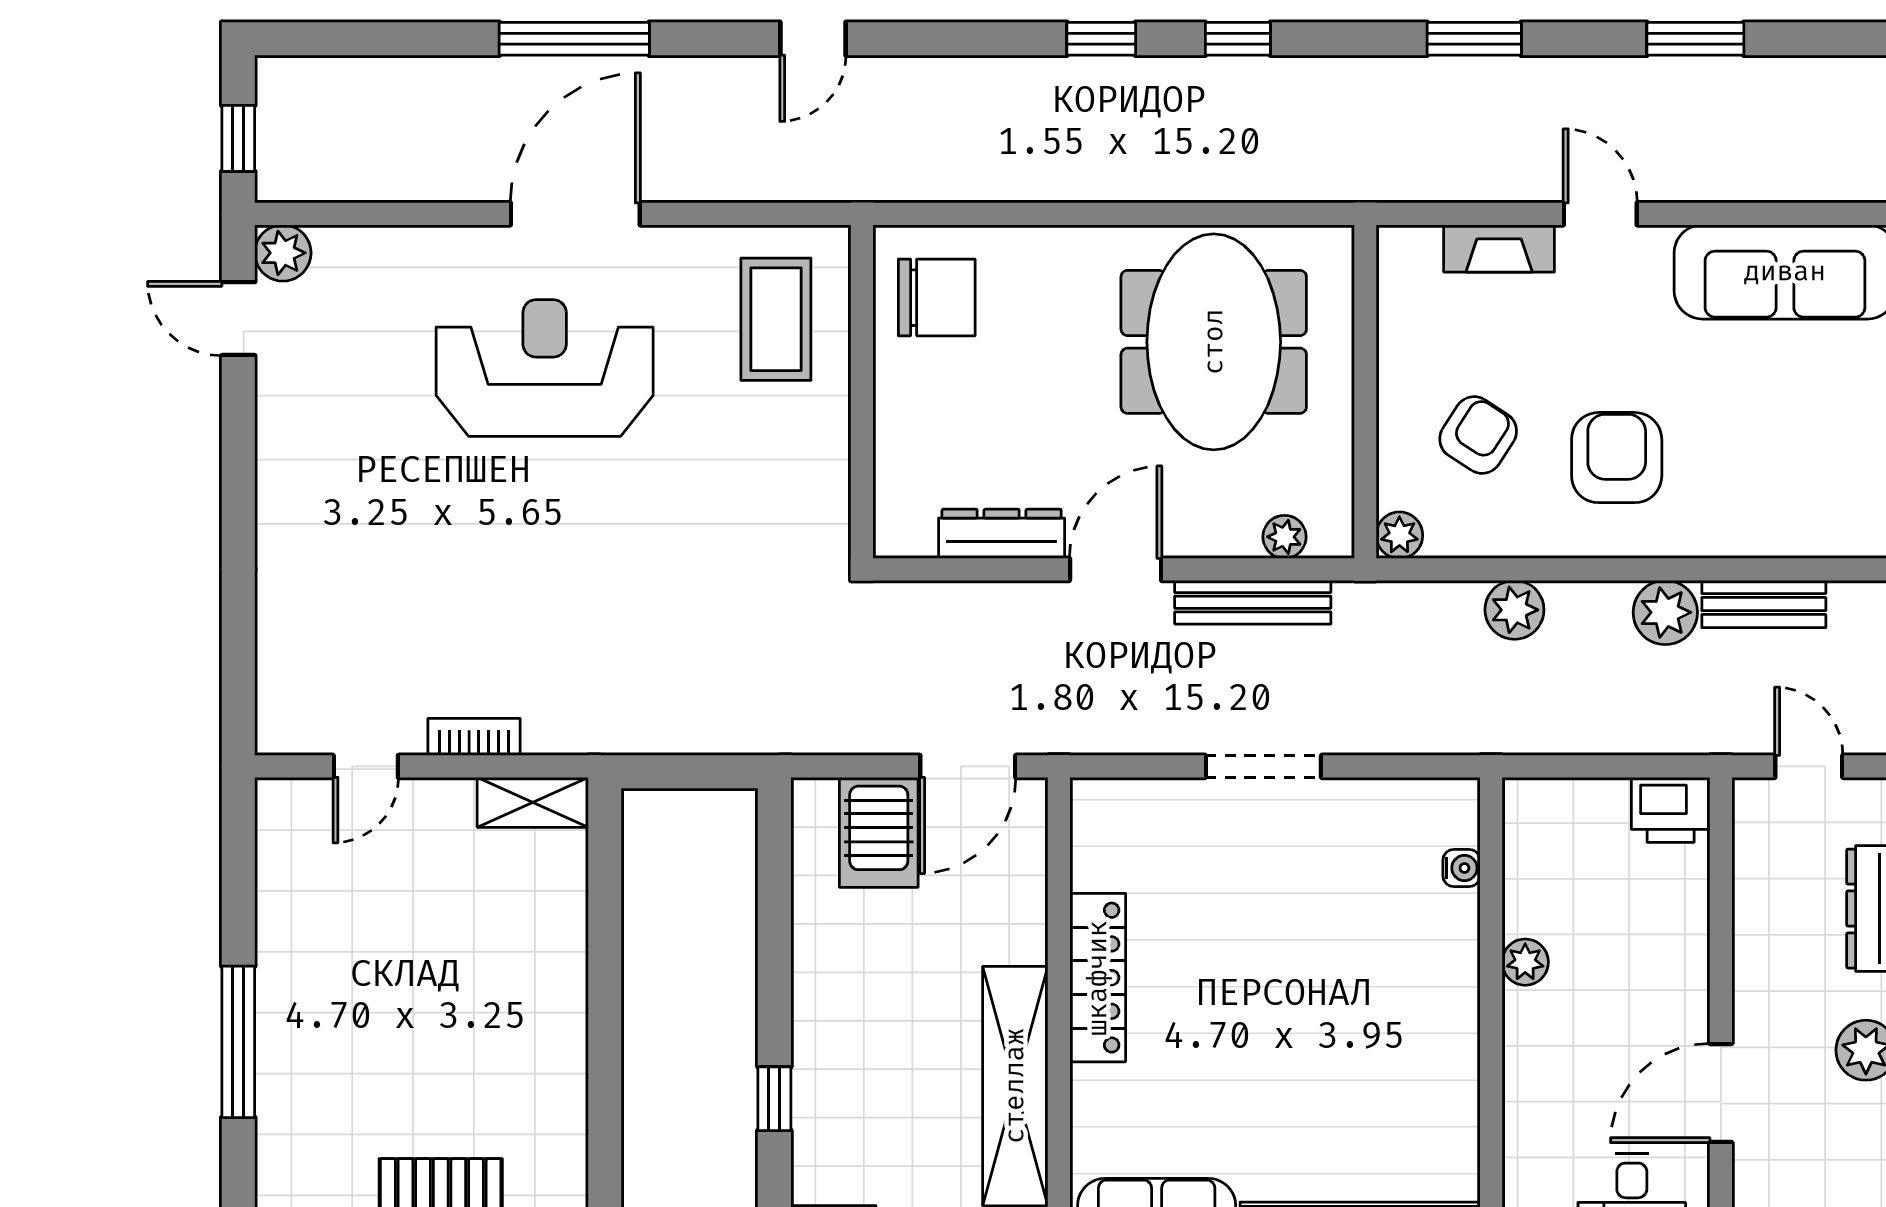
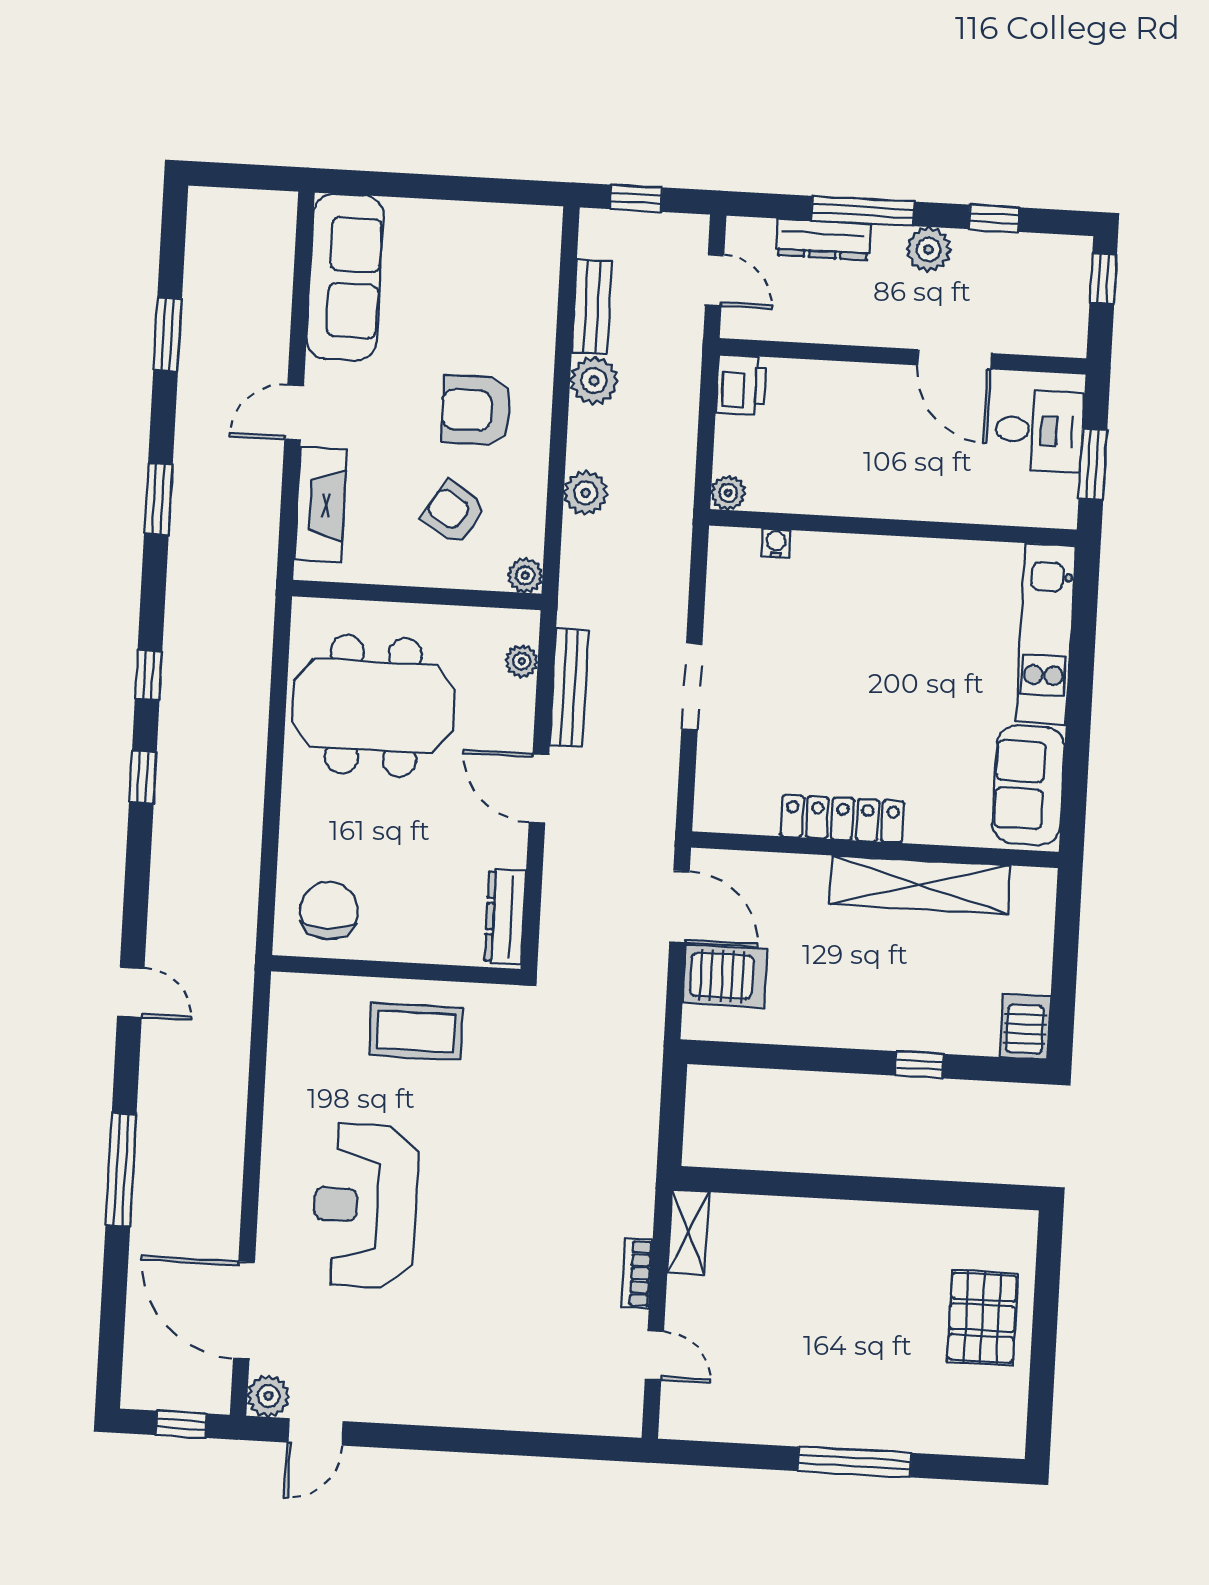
door: (575, 214) -> (244, 1310), moved
fireplace: (1499, 248) -> (320, 505), width x1.37, depth x1.32
coffee table: (776, 319) -> (416, 1031), moved
dresser: (1002, 534) -> (505, 917), moved
door: (1809, 766) -> (715, 280), swing flipped
plant: (1525, 962) -> (728, 493), moved

